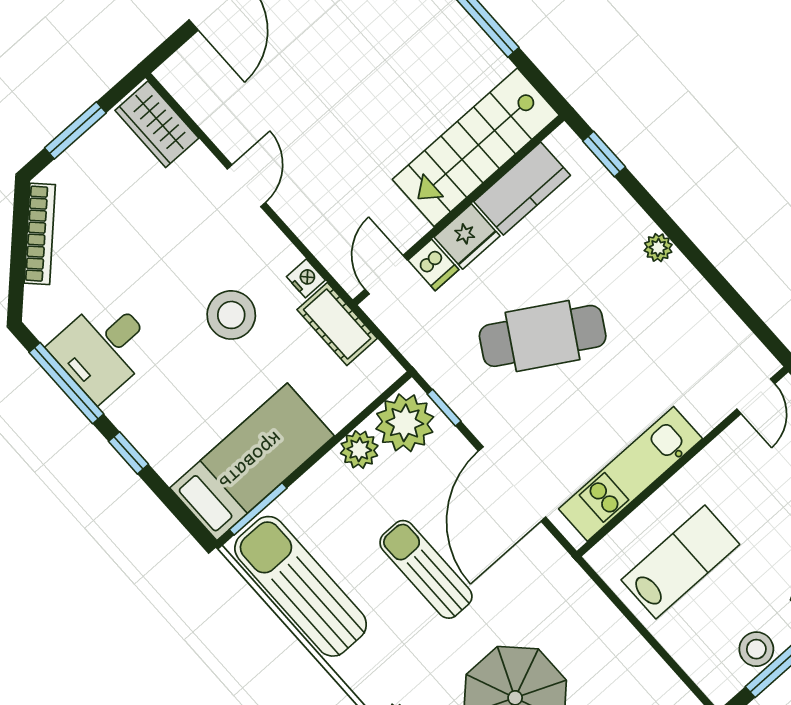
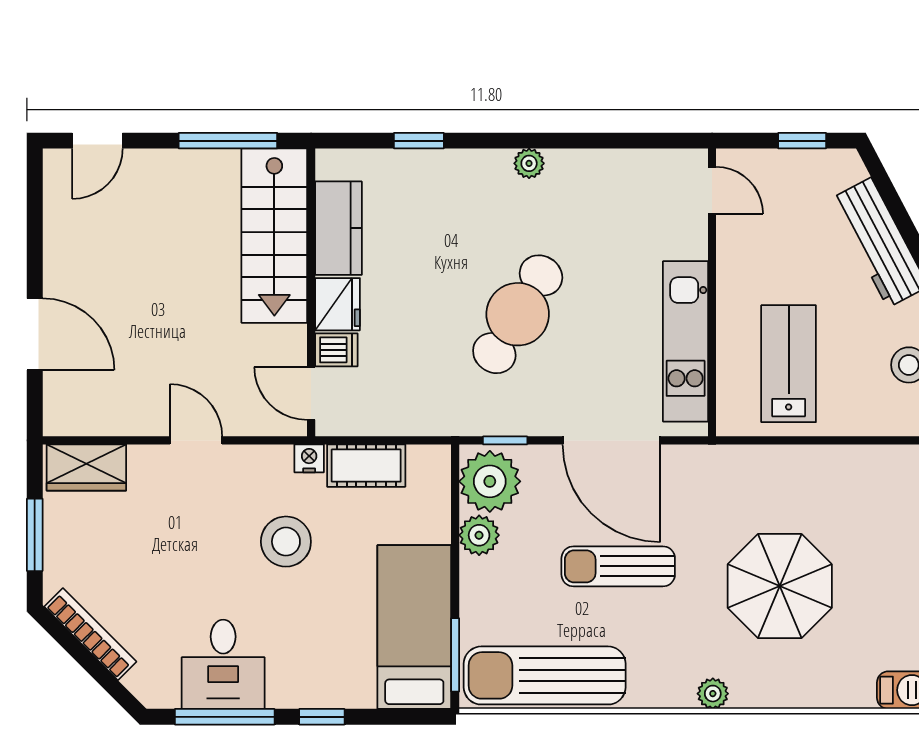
stairs: (476, 147) -> (274, 236), moved
kitchen counter: (522, 189) -> (338, 228), moved
wall: (459, 210) -> (311, 292), moved
fridge: (467, 236) -> (337, 304), moved
dishwasher: (433, 265) -> (336, 350), moved
door: (386, 275) -> (311, 393), moved

